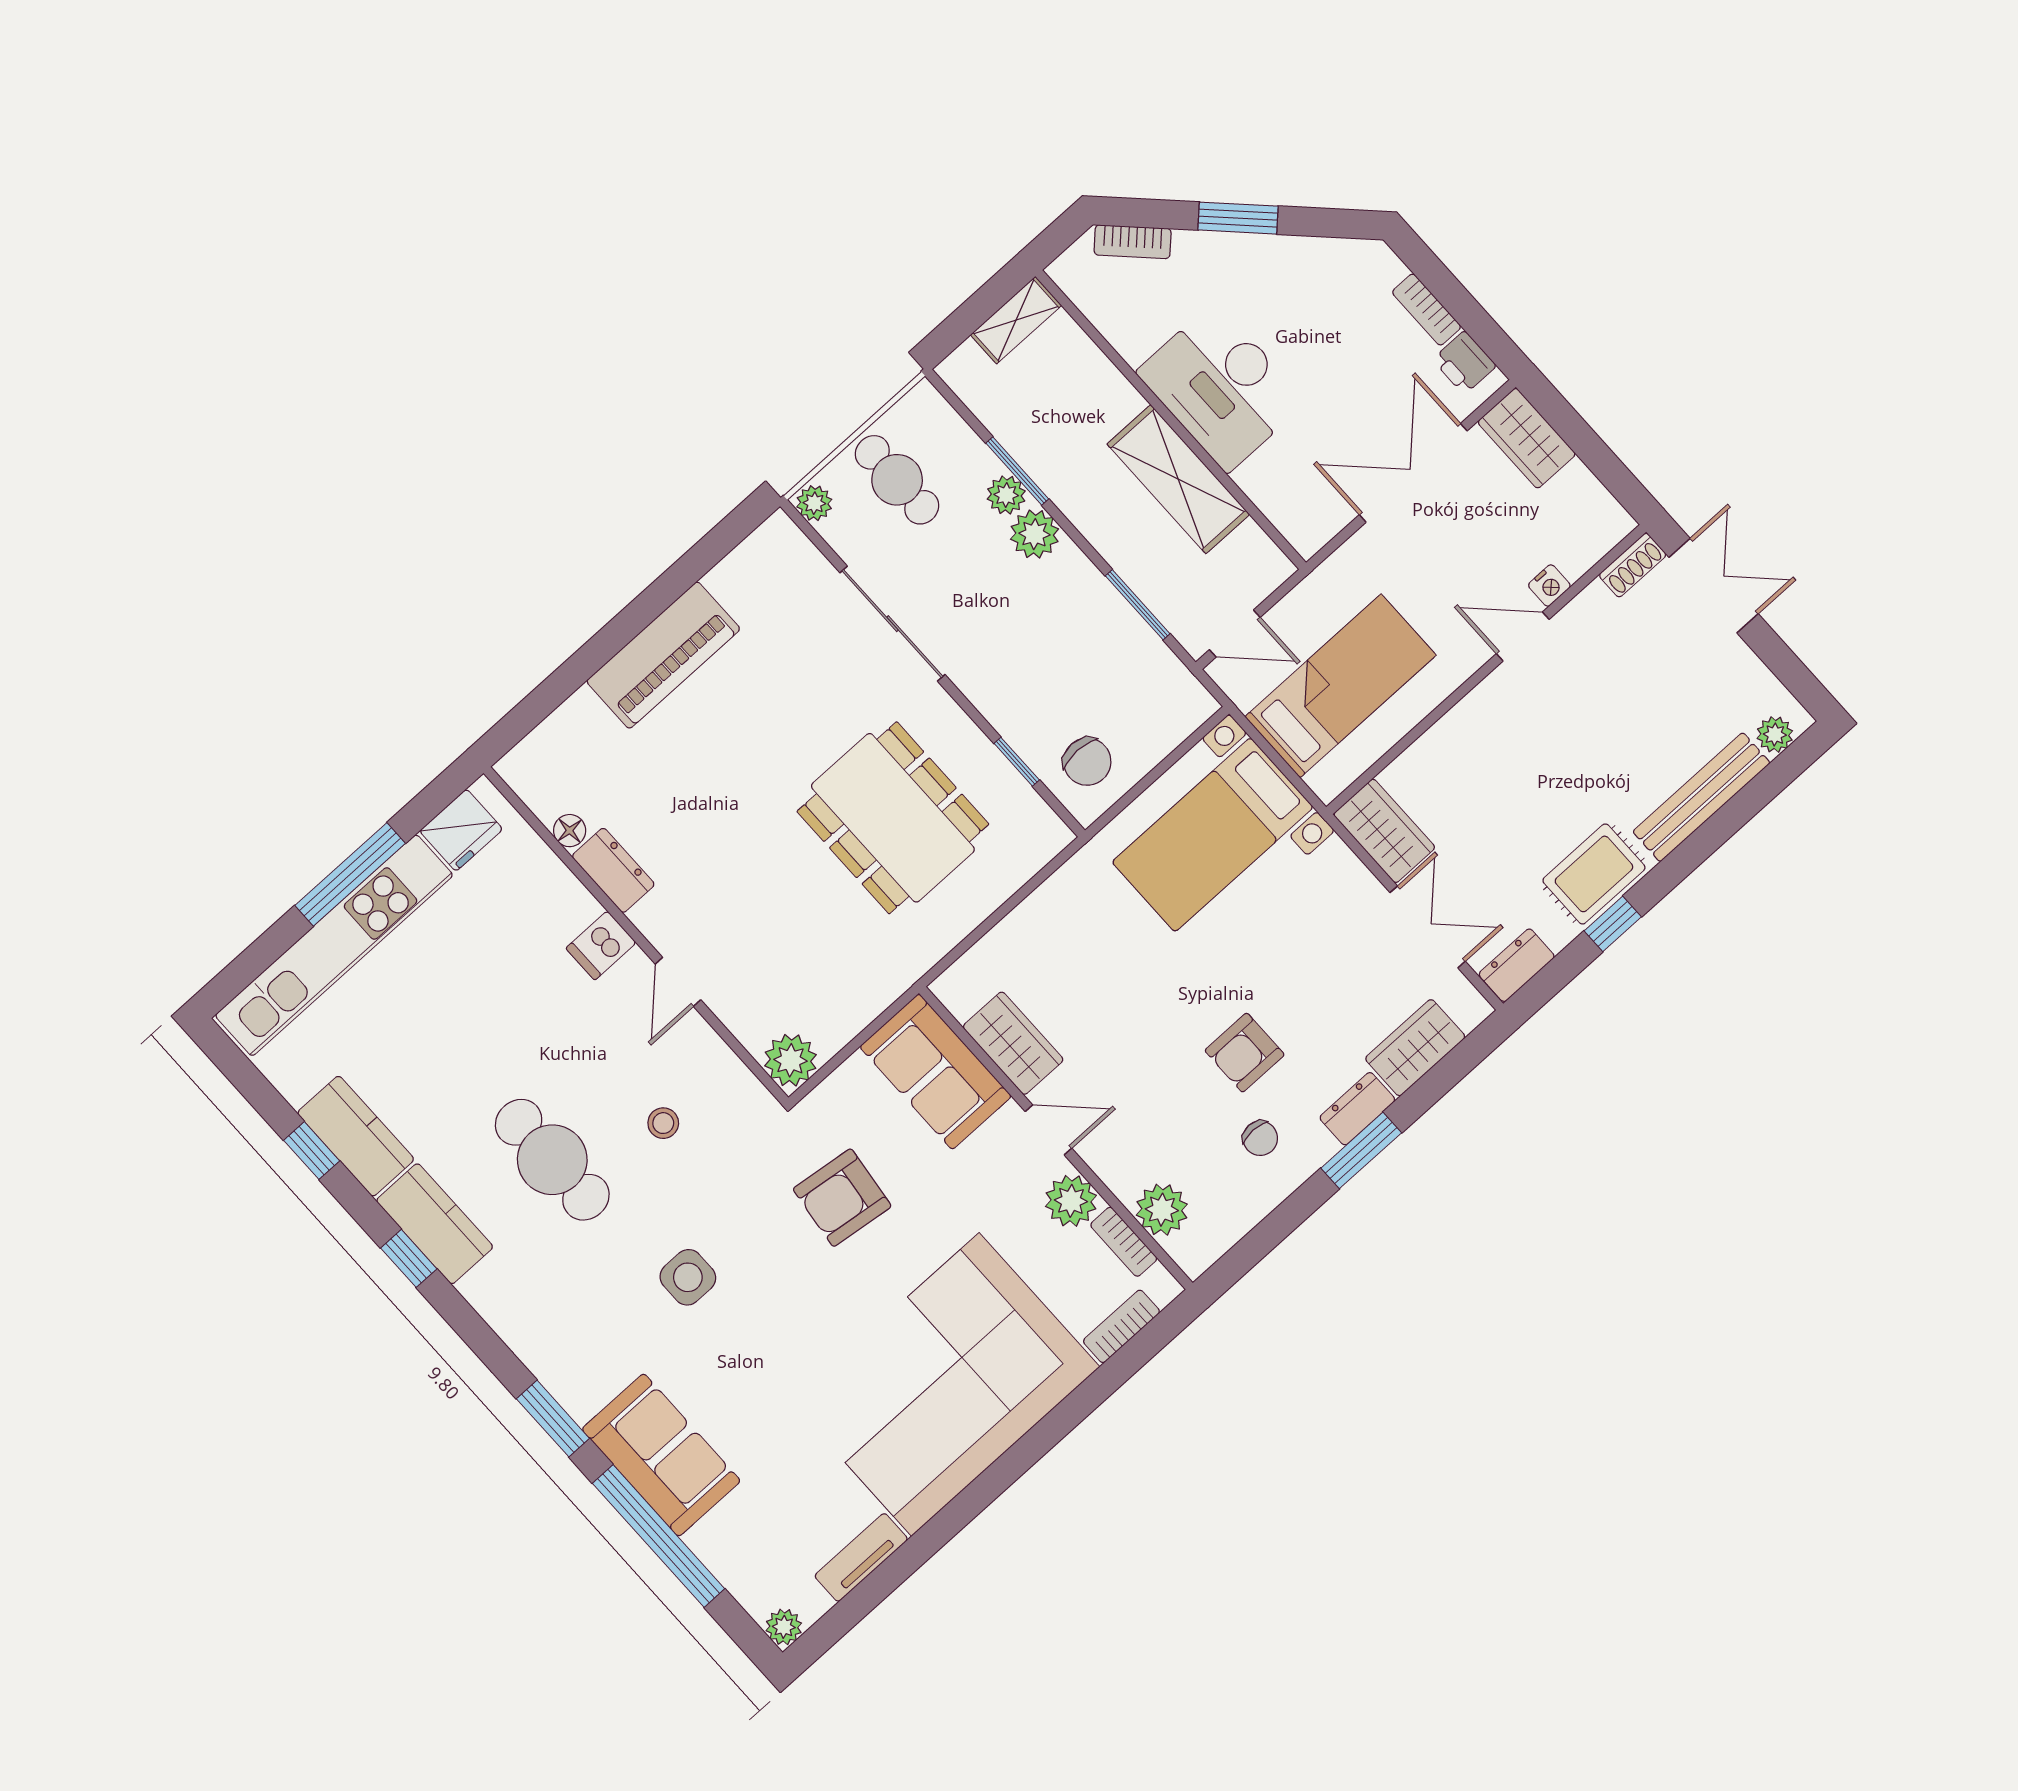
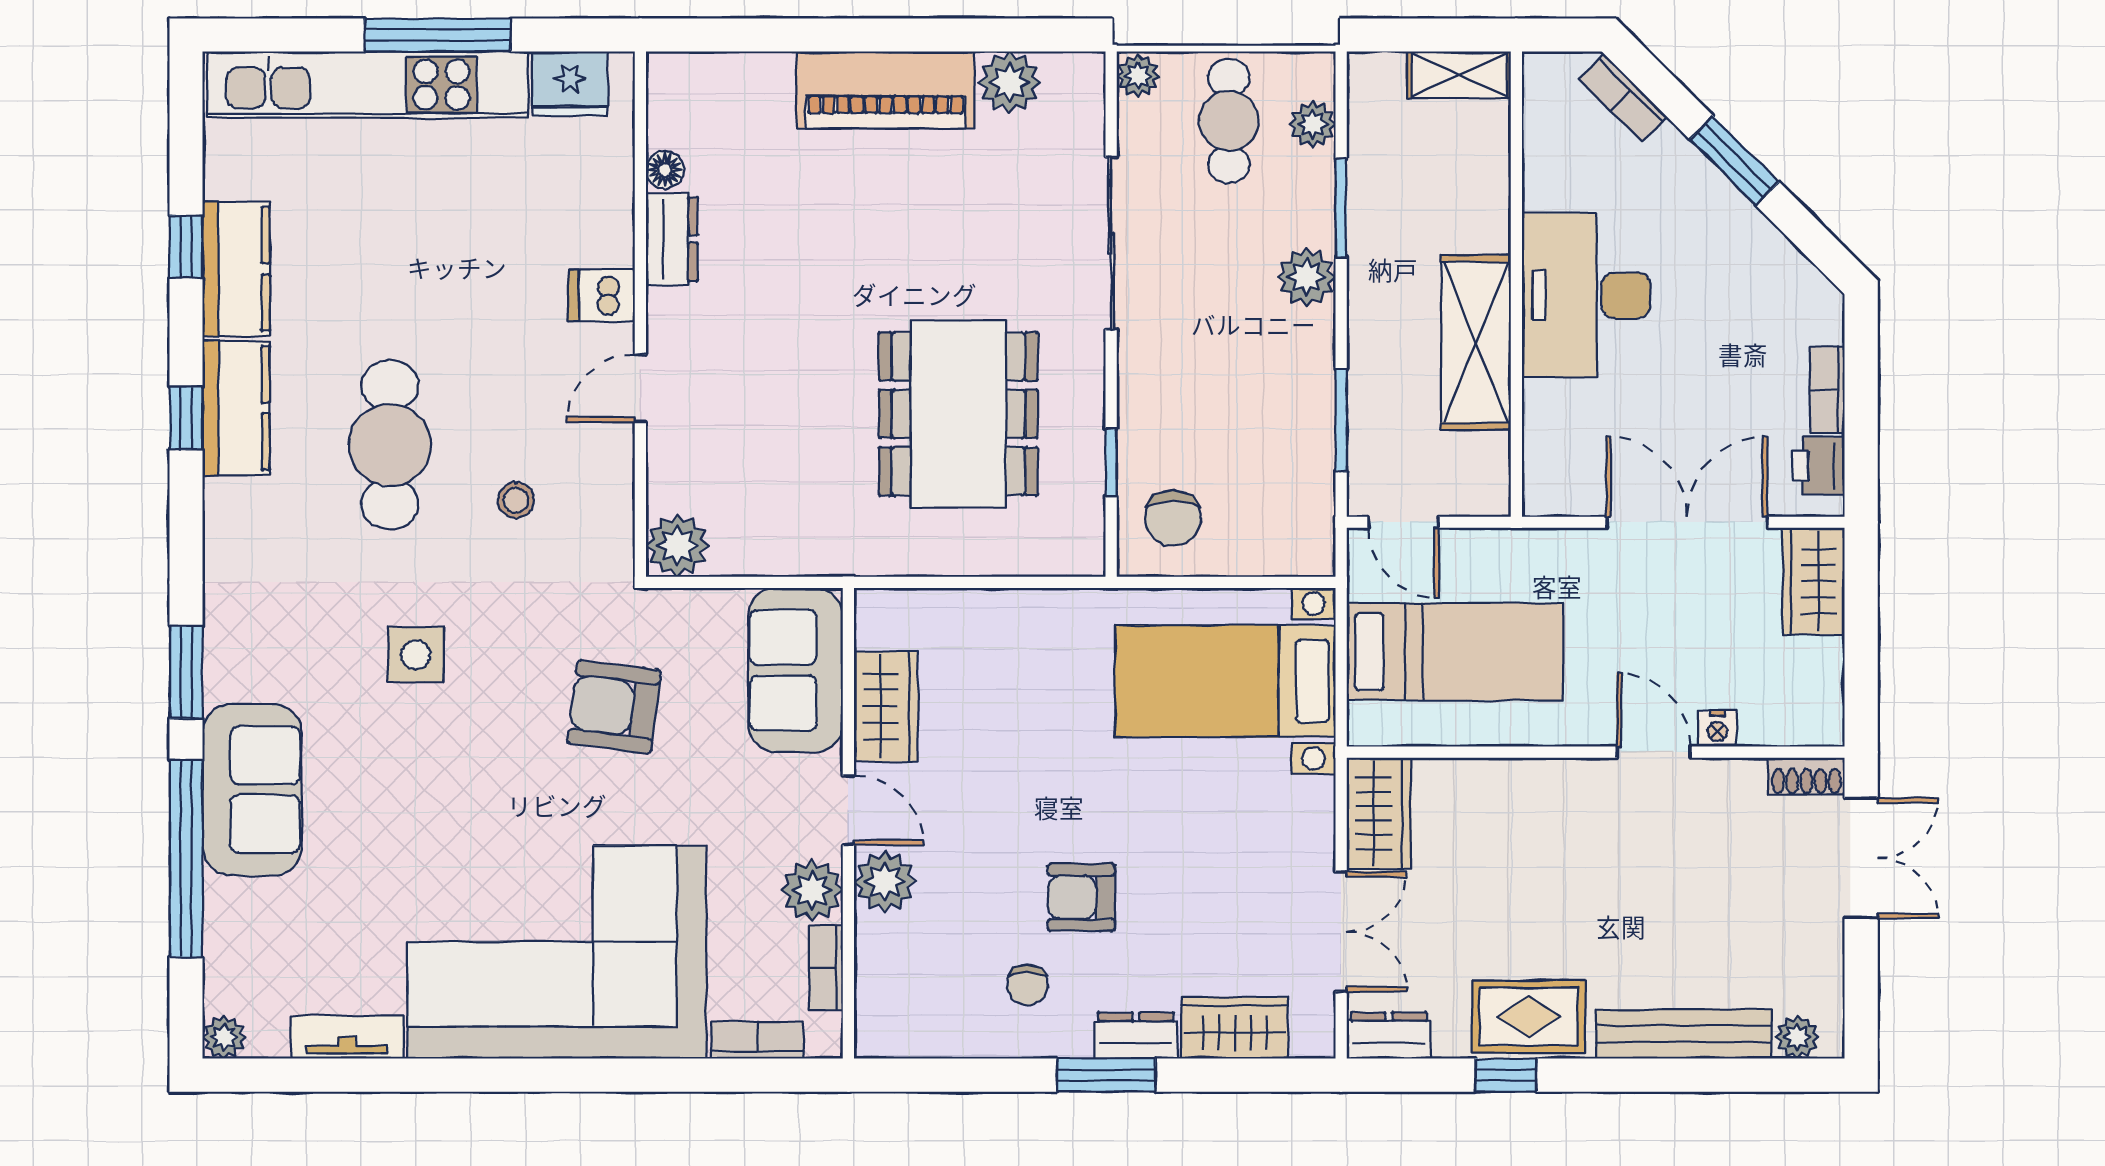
plant: (1006, 495) -> (1313, 124), moved
plant: (737, 580) -> (1010, 82), added
plant: (1162, 1210) -> (885, 882), moved

